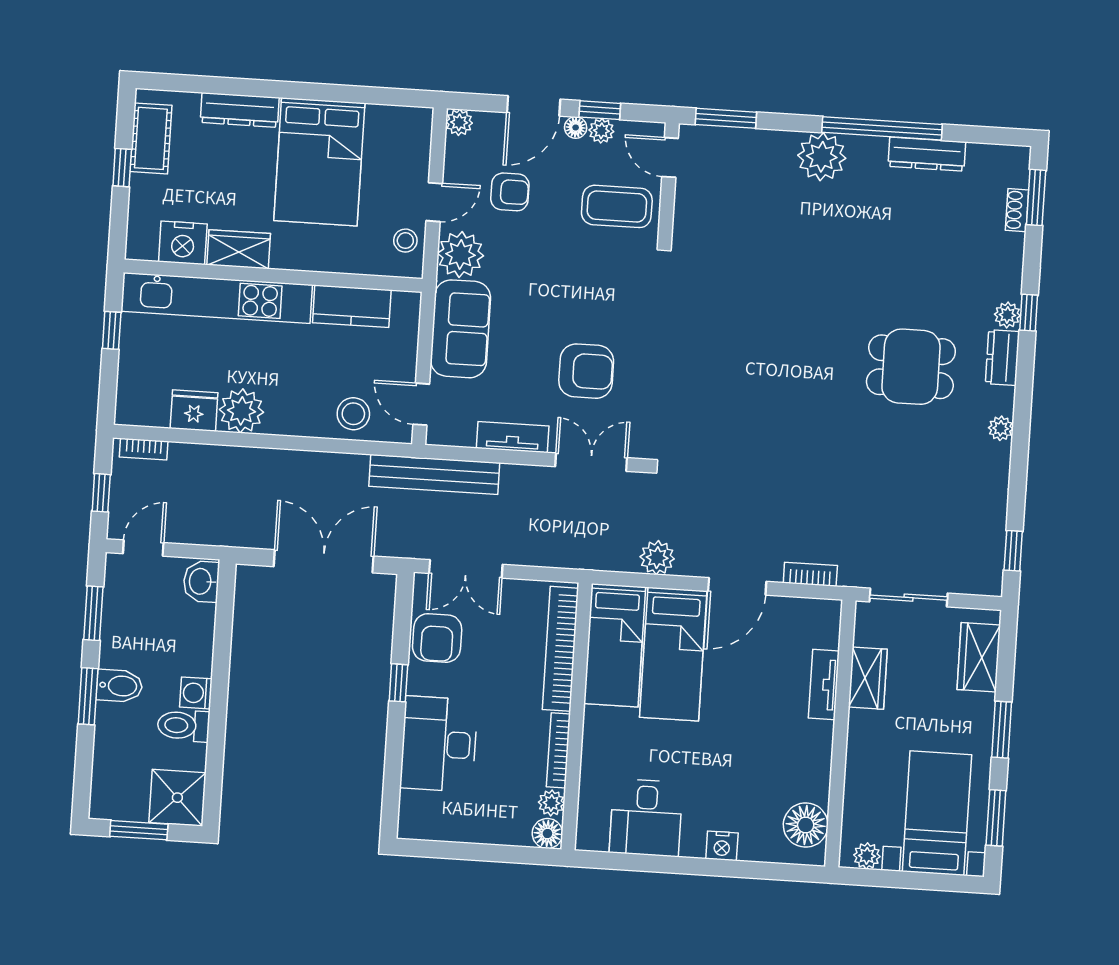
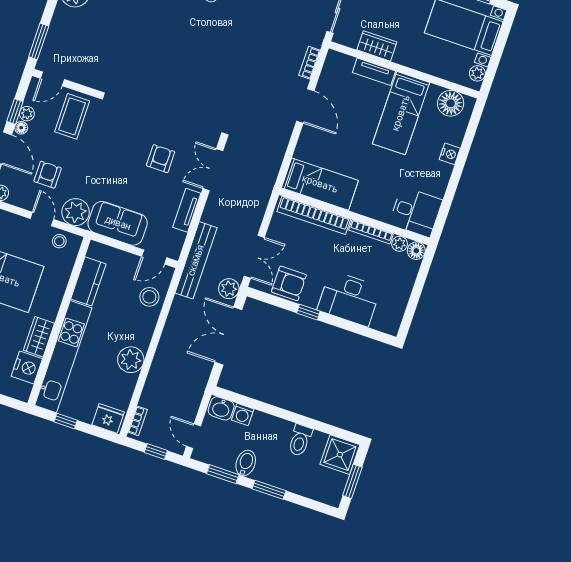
armchair: (586, 371) -> (161, 159), width x0.72, depth x0.72
fridge: (194, 411) -> (108, 418), moved, turned 90
plant: (657, 558) -> (229, 289), moved
bed: (673, 654) -> (401, 113), moved, turned 90
bidet: (119, 686) -> (246, 463), moved
washing machine: (196, 693) -> (243, 414), moved
desk: (646, 818) -> (416, 212), moved

